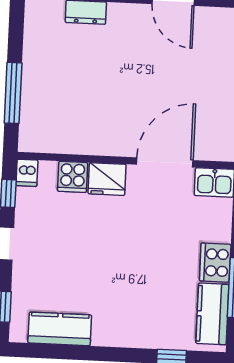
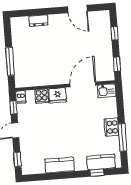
kitchen counter: (212, 314) -> (101, 162), moved, turned 90
kitchen counter: (60, 329) -> (60, 165), moved

